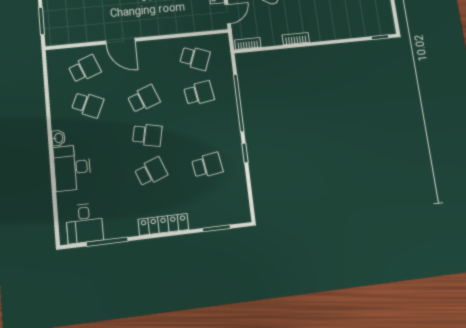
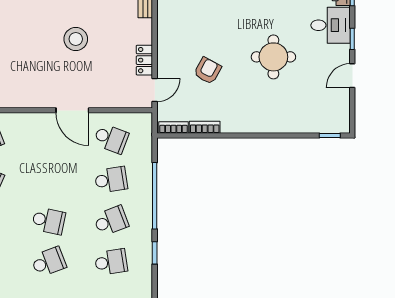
bookcase: (296, 39) -> (205, 127), moved
door: (120, 41) -> (72, 110), moved
school desk: (144, 99) -> (111, 221), moved

